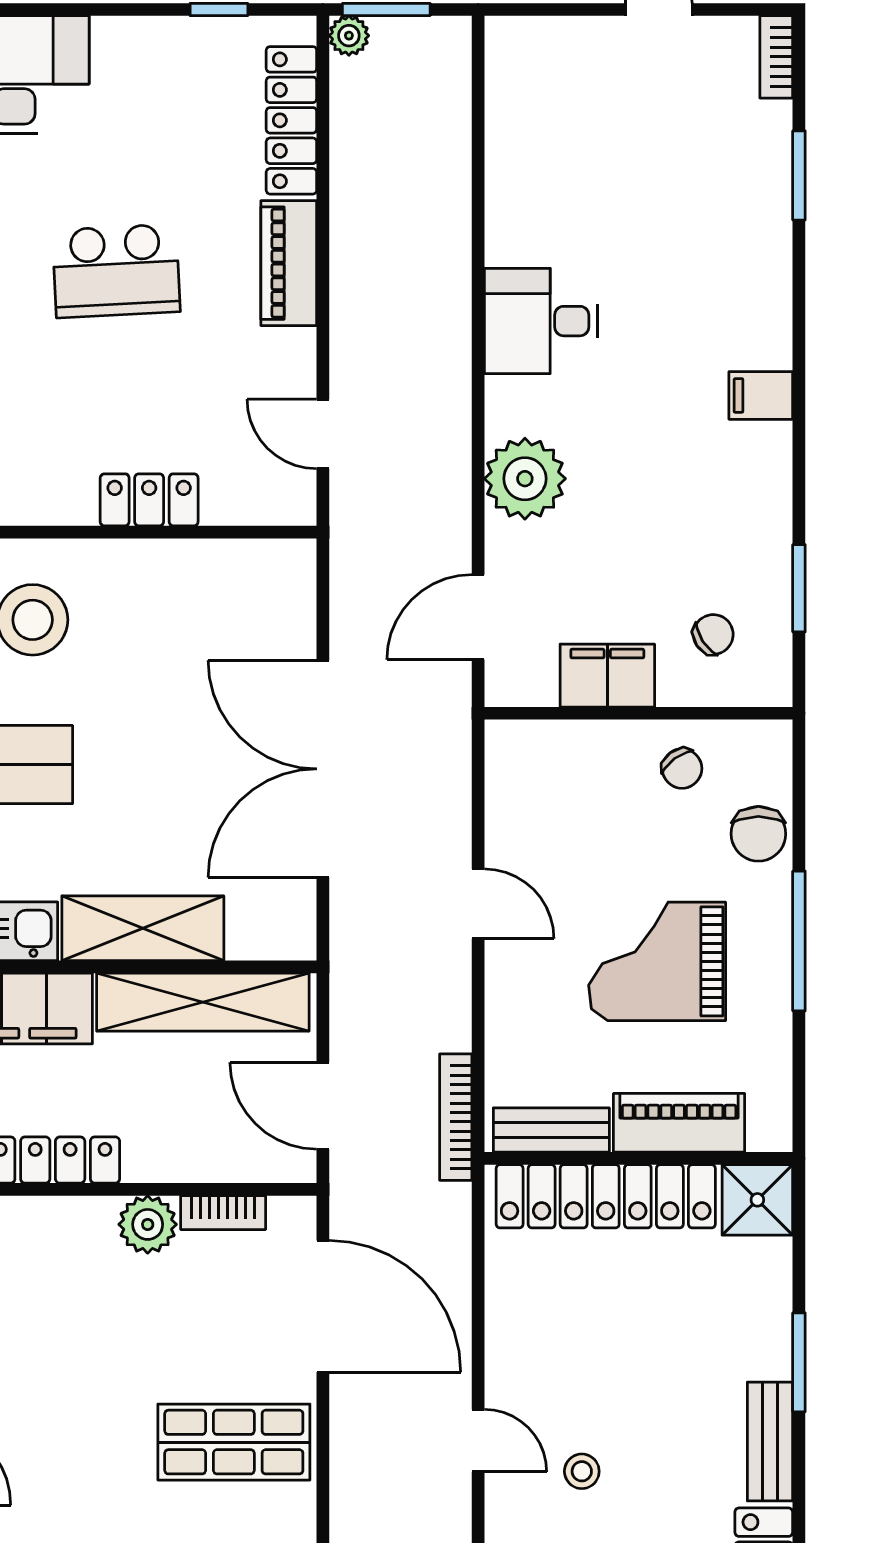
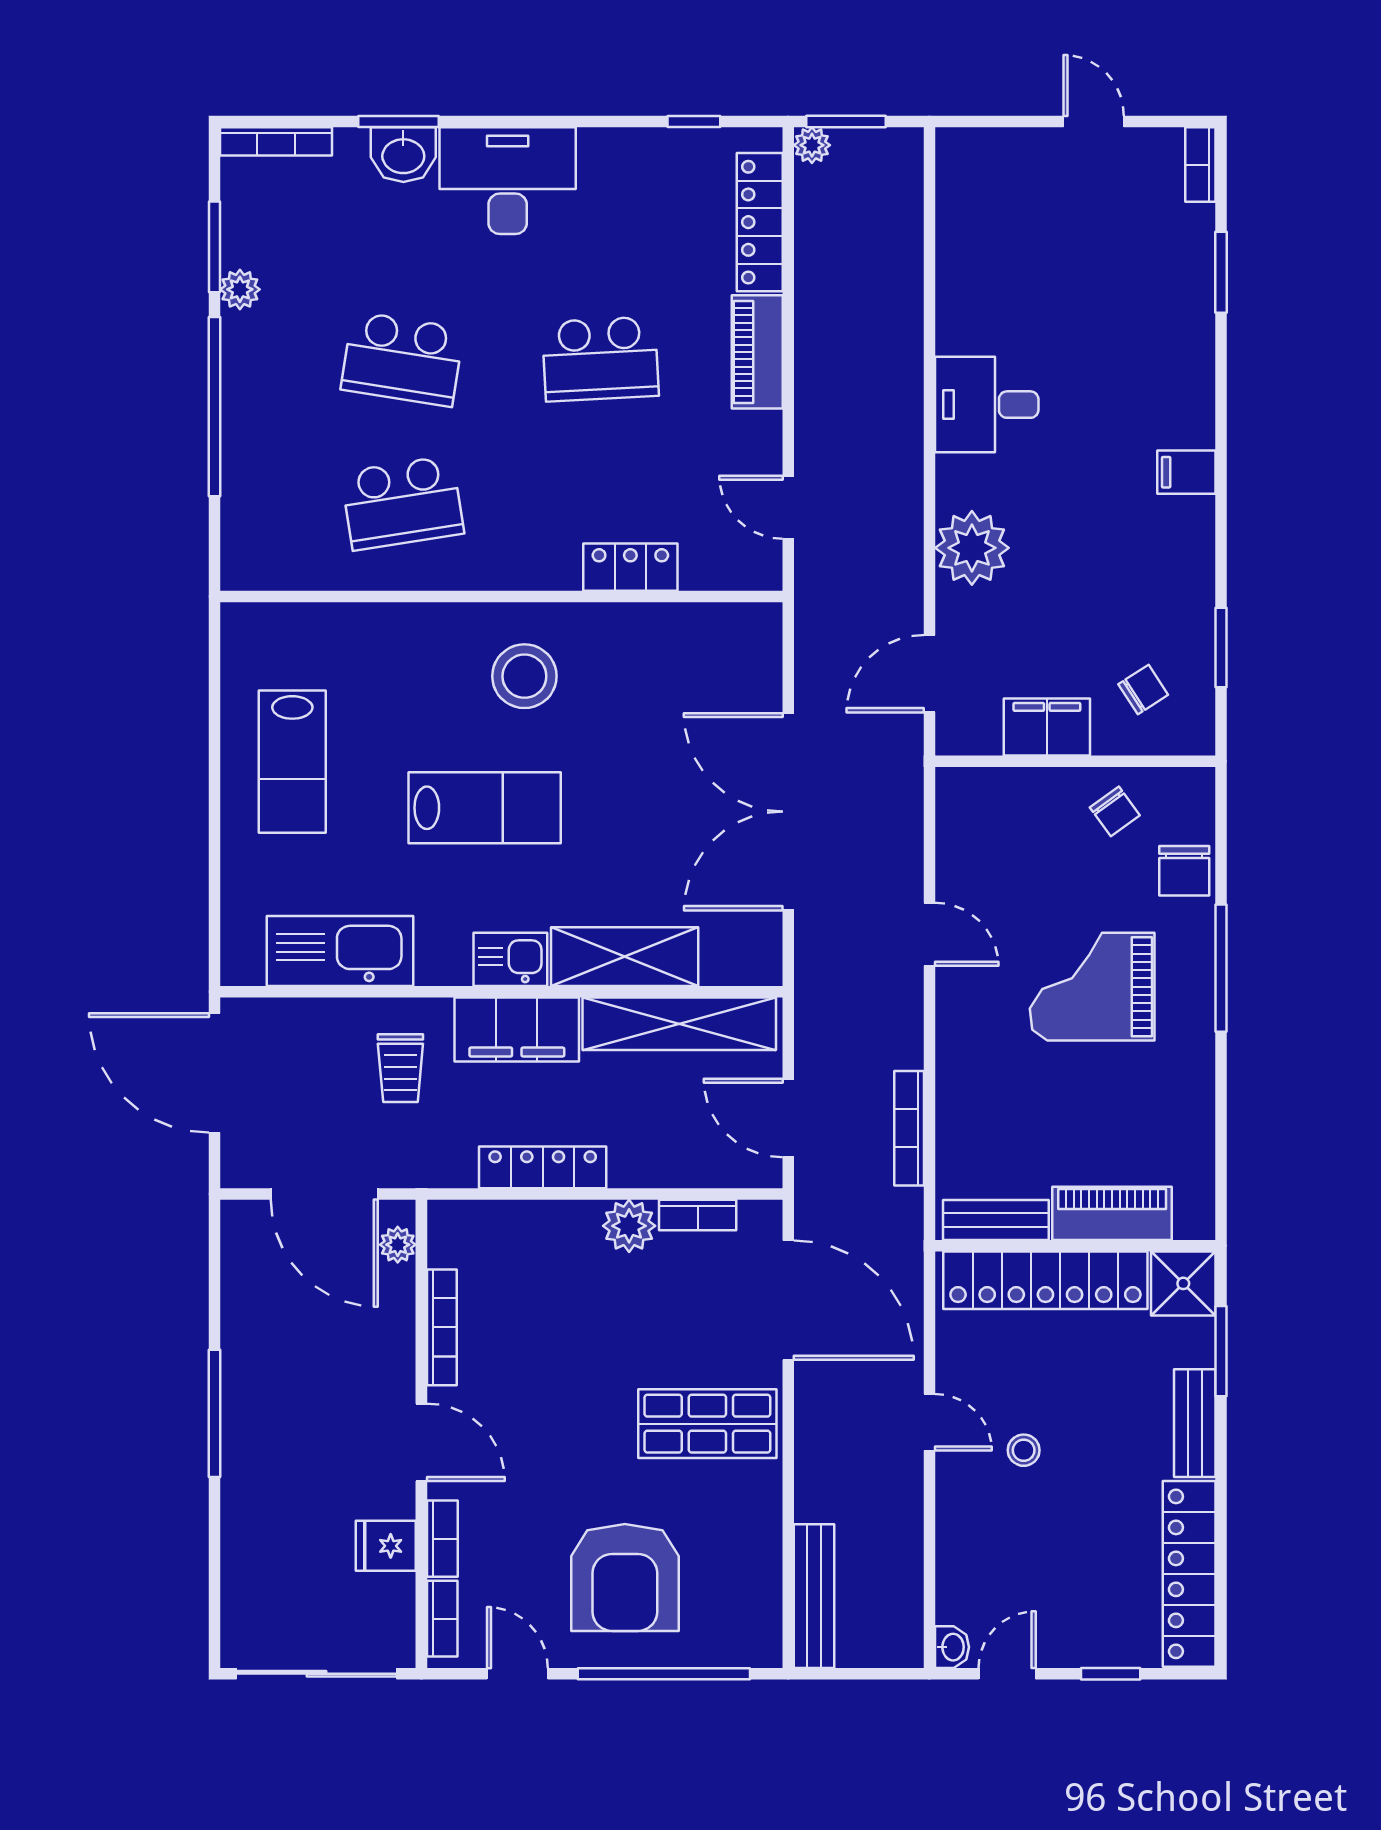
piano: (679, 1123) -> (1112, 1213), moved
bench: (551, 1130) -> (996, 1220), moved
wall: (639, 1158) -> (1075, 1246), moved
locker: (606, 1196) -> (1045, 1280), moved
shower: (757, 1200) -> (1183, 1283), moved

